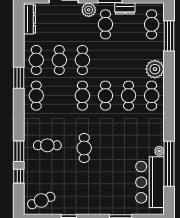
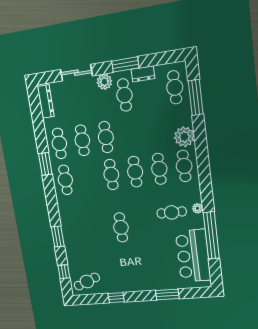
cafe table: (47, 145) -> (172, 212), moved
plant: (159, 151) -> (198, 208), moved
window: (19, 176) -> (64, 272), moved

